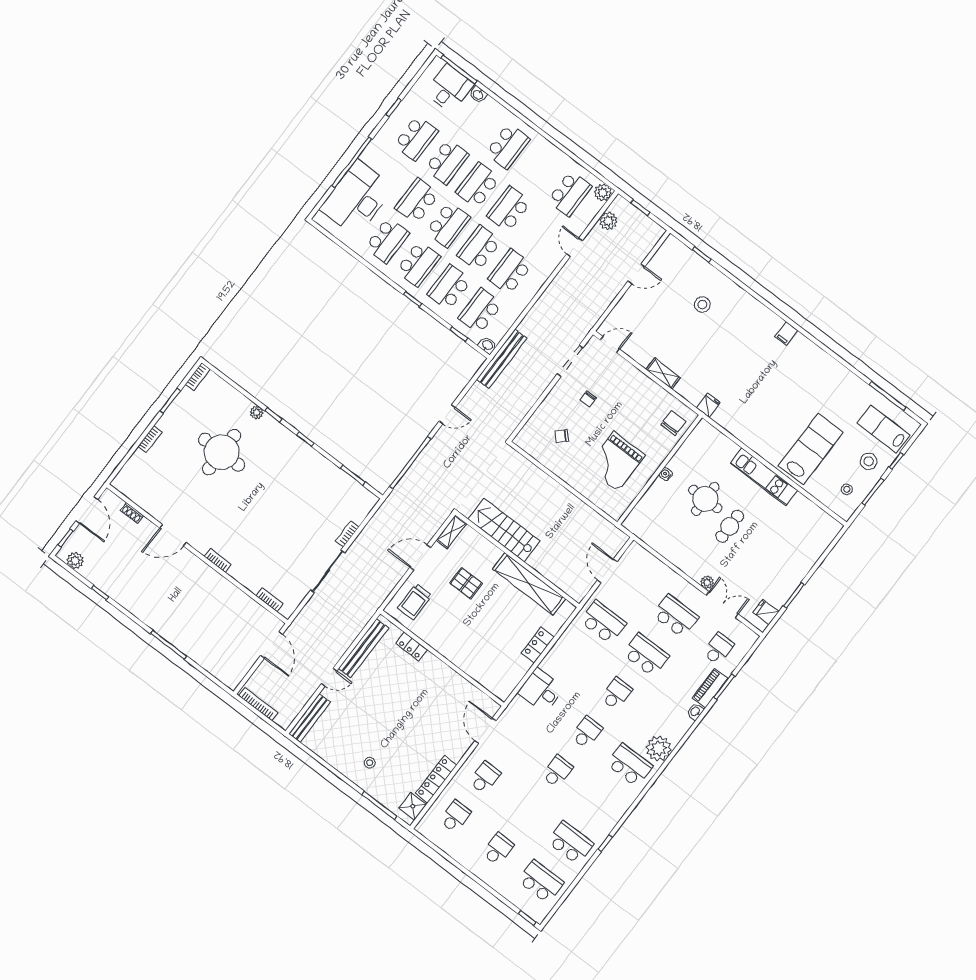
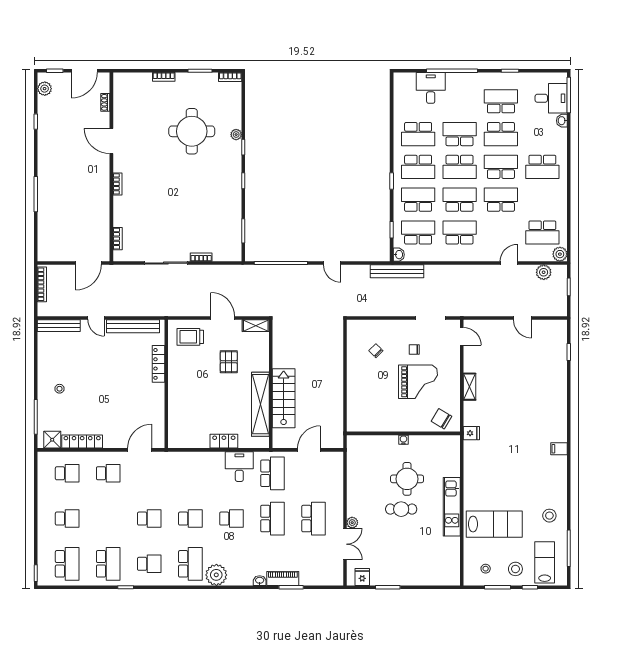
school desk: (416, 138) -> (501, 101), turned 180
desk: (357, 198) -> (431, 88), width x0.53, depth x0.77
stool: (702, 305) -> (549, 516), moved
chair: (673, 423) -> (441, 419), turned -149
grand piano: (616, 461) -> (418, 382), moved, turned 180
stairs: (504, 530) -> (284, 398), moved
locker: (412, 647) -> (159, 364), width x1.53
school desk: (718, 649) -> (149, 564), moved
desk: (541, 690) -> (239, 467), moved

